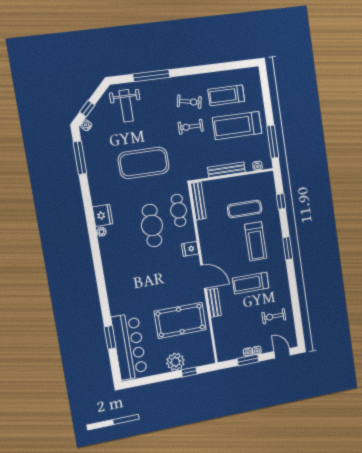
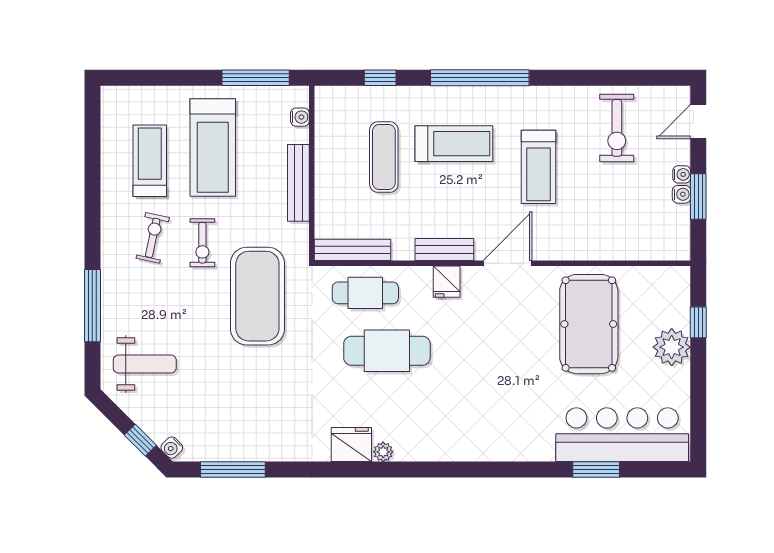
treadmill: (226, 95) -> (150, 161), turned 180
exercise mat: (144, 163) -> (257, 296), moved
window: (288, 248) -> (480, 78), width x2.11
bench: (214, 303) -> (444, 249), moved
exercise bike: (274, 316) -> (617, 128), width x1.38, depth x1.39

